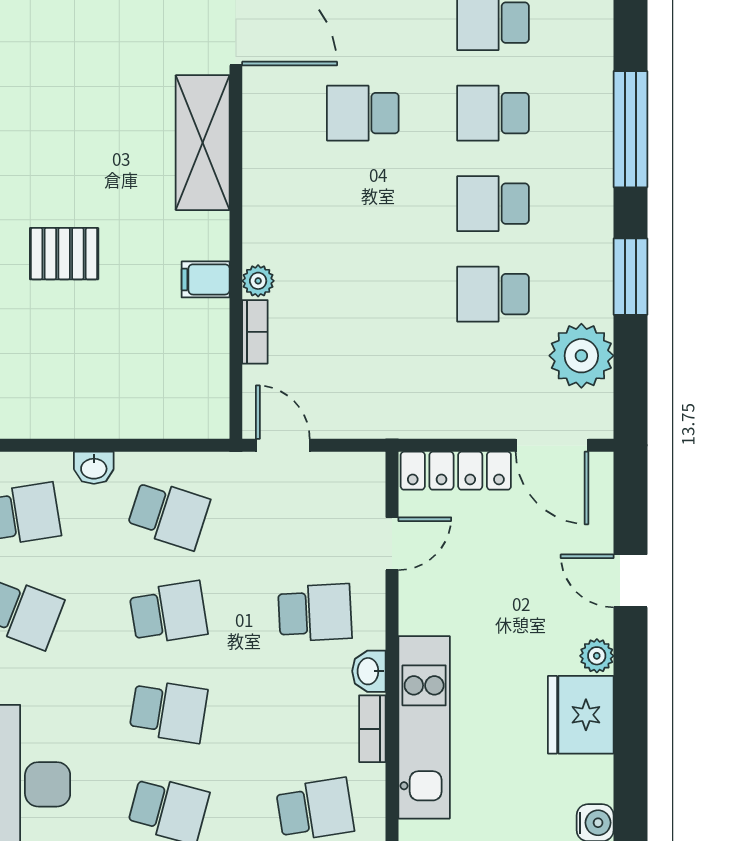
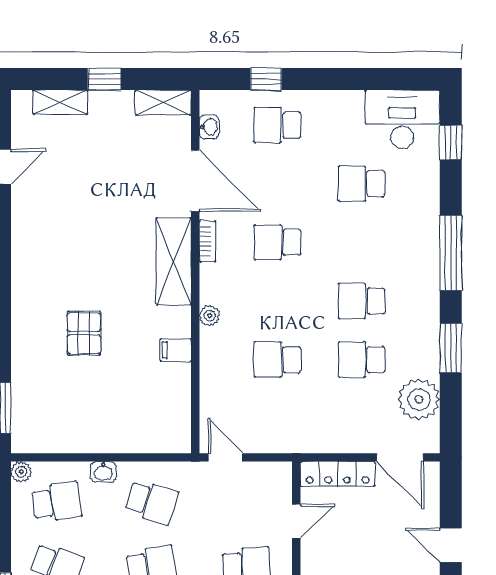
school desk: (493, 113) -> (277, 360), moved
pallet: (64, 254) -> (84, 333), turned 90
plant: (258, 281) -> (210, 316), moved
bookcase: (255, 332) -> (208, 241), moved

